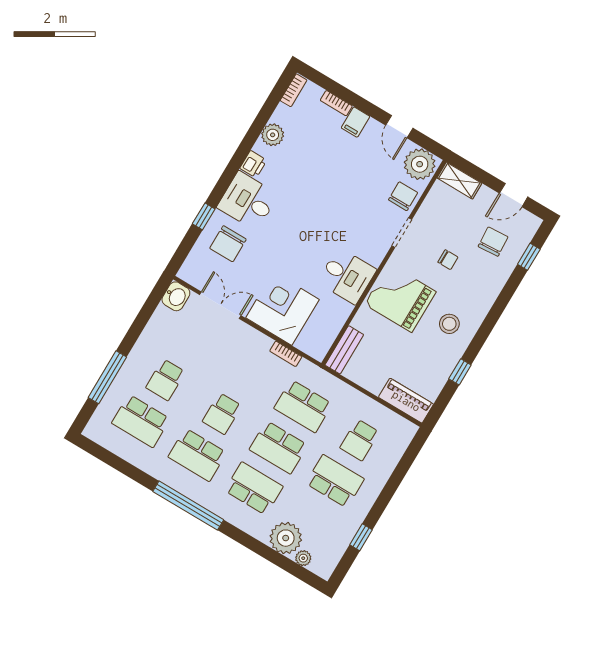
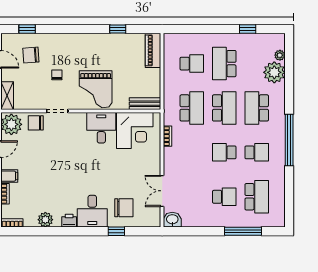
corner desk: (282, 309) -> (135, 131), moved, turned -90
stool: (449, 324) -> (94, 52), removed
school desk: (222, 414) -> (224, 152), turned 180
school desk: (197, 455) -> (257, 152), width x0.54

